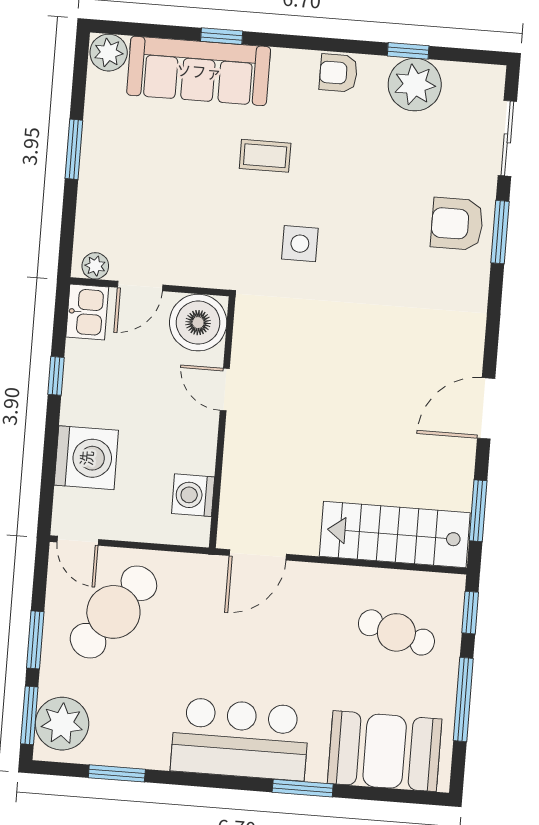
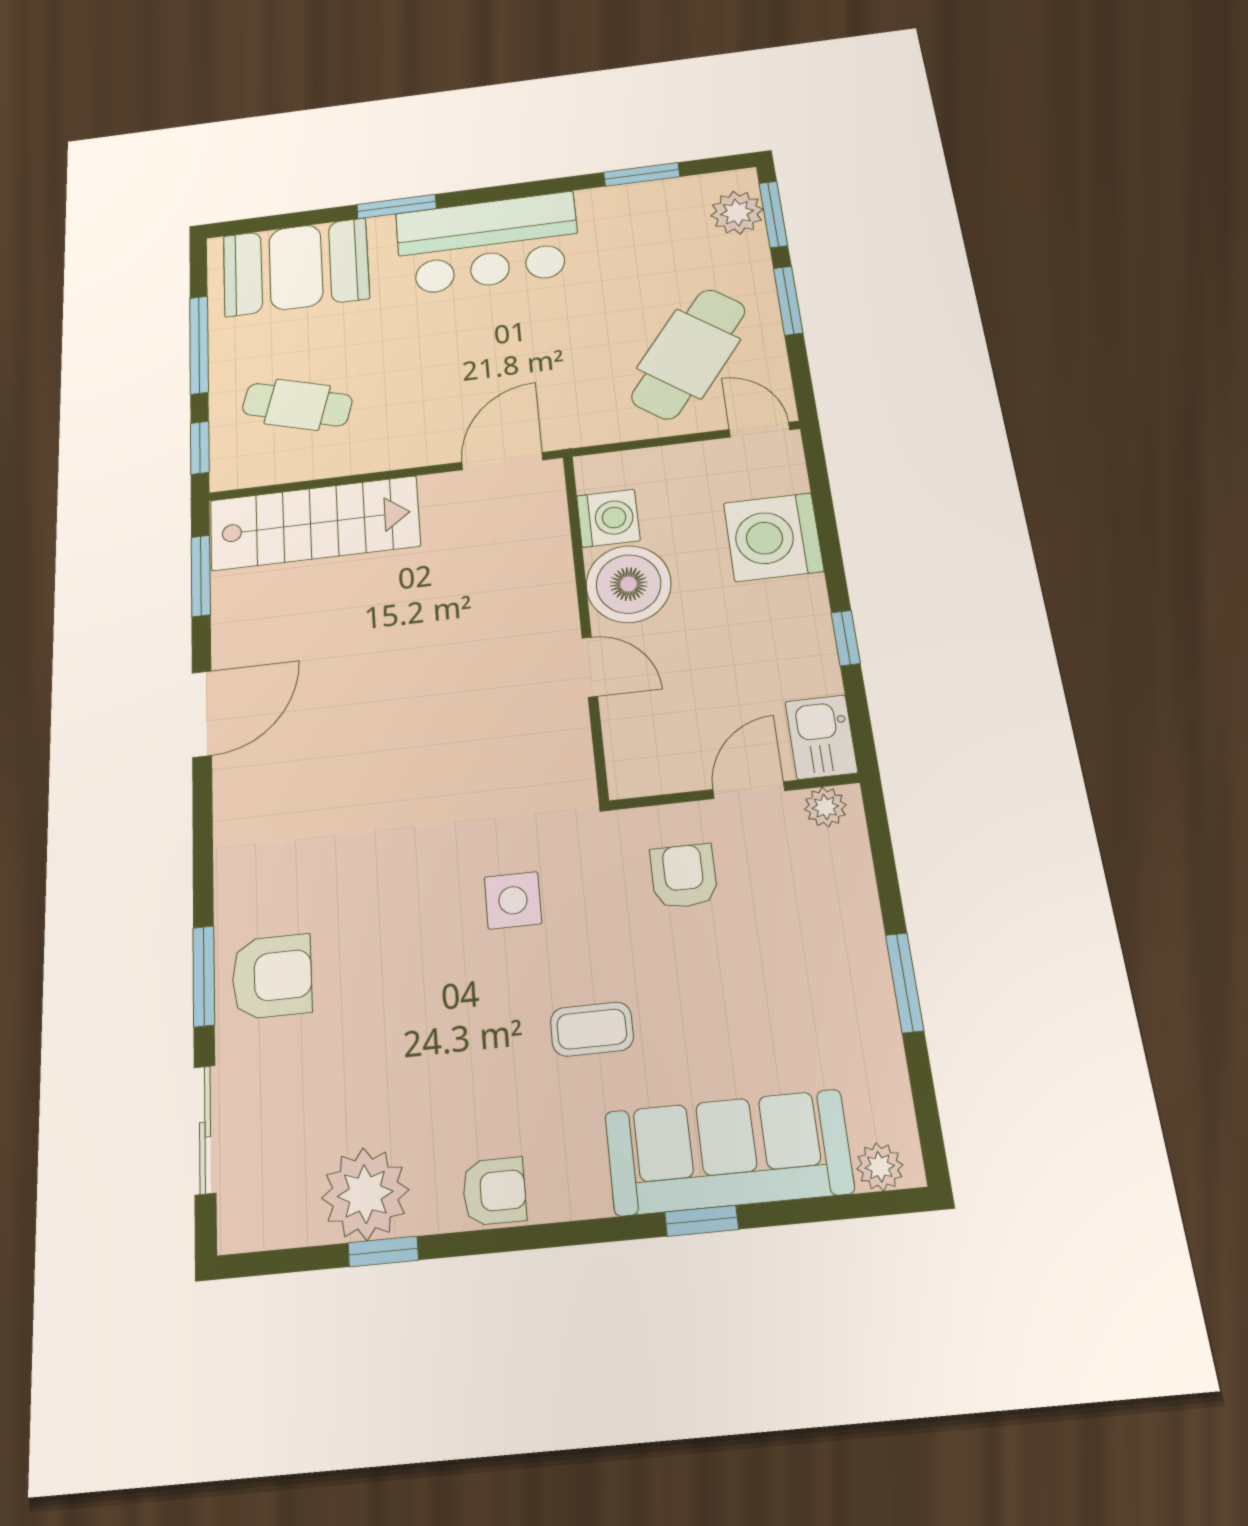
plant: (109, 53) -> (880, 1167), width x0.73, depth x0.73
armchair: (192, 239) -> (684, 876), added
boiler: (198, 323) -> (629, 584), moved
plant: (62, 724) -> (737, 213), width x0.73, depth x0.73

